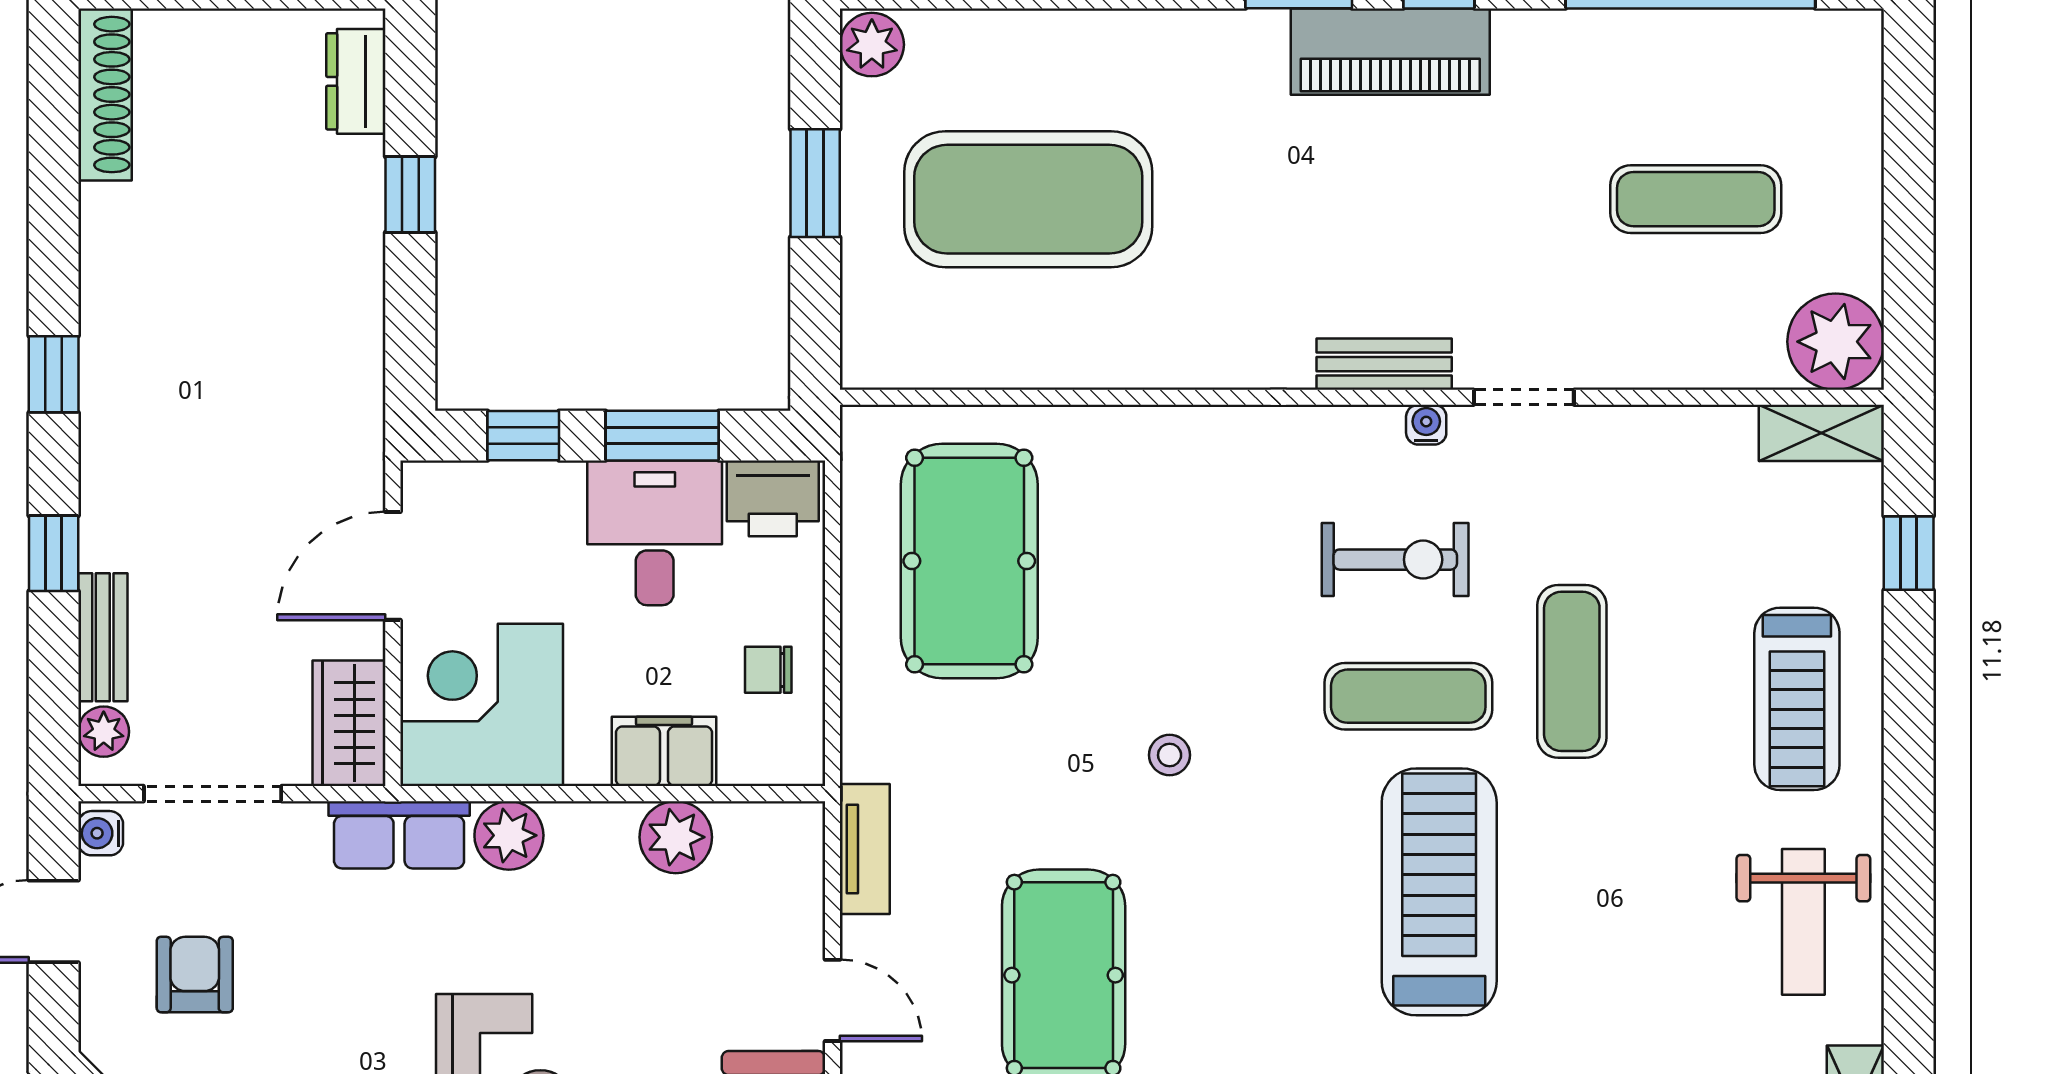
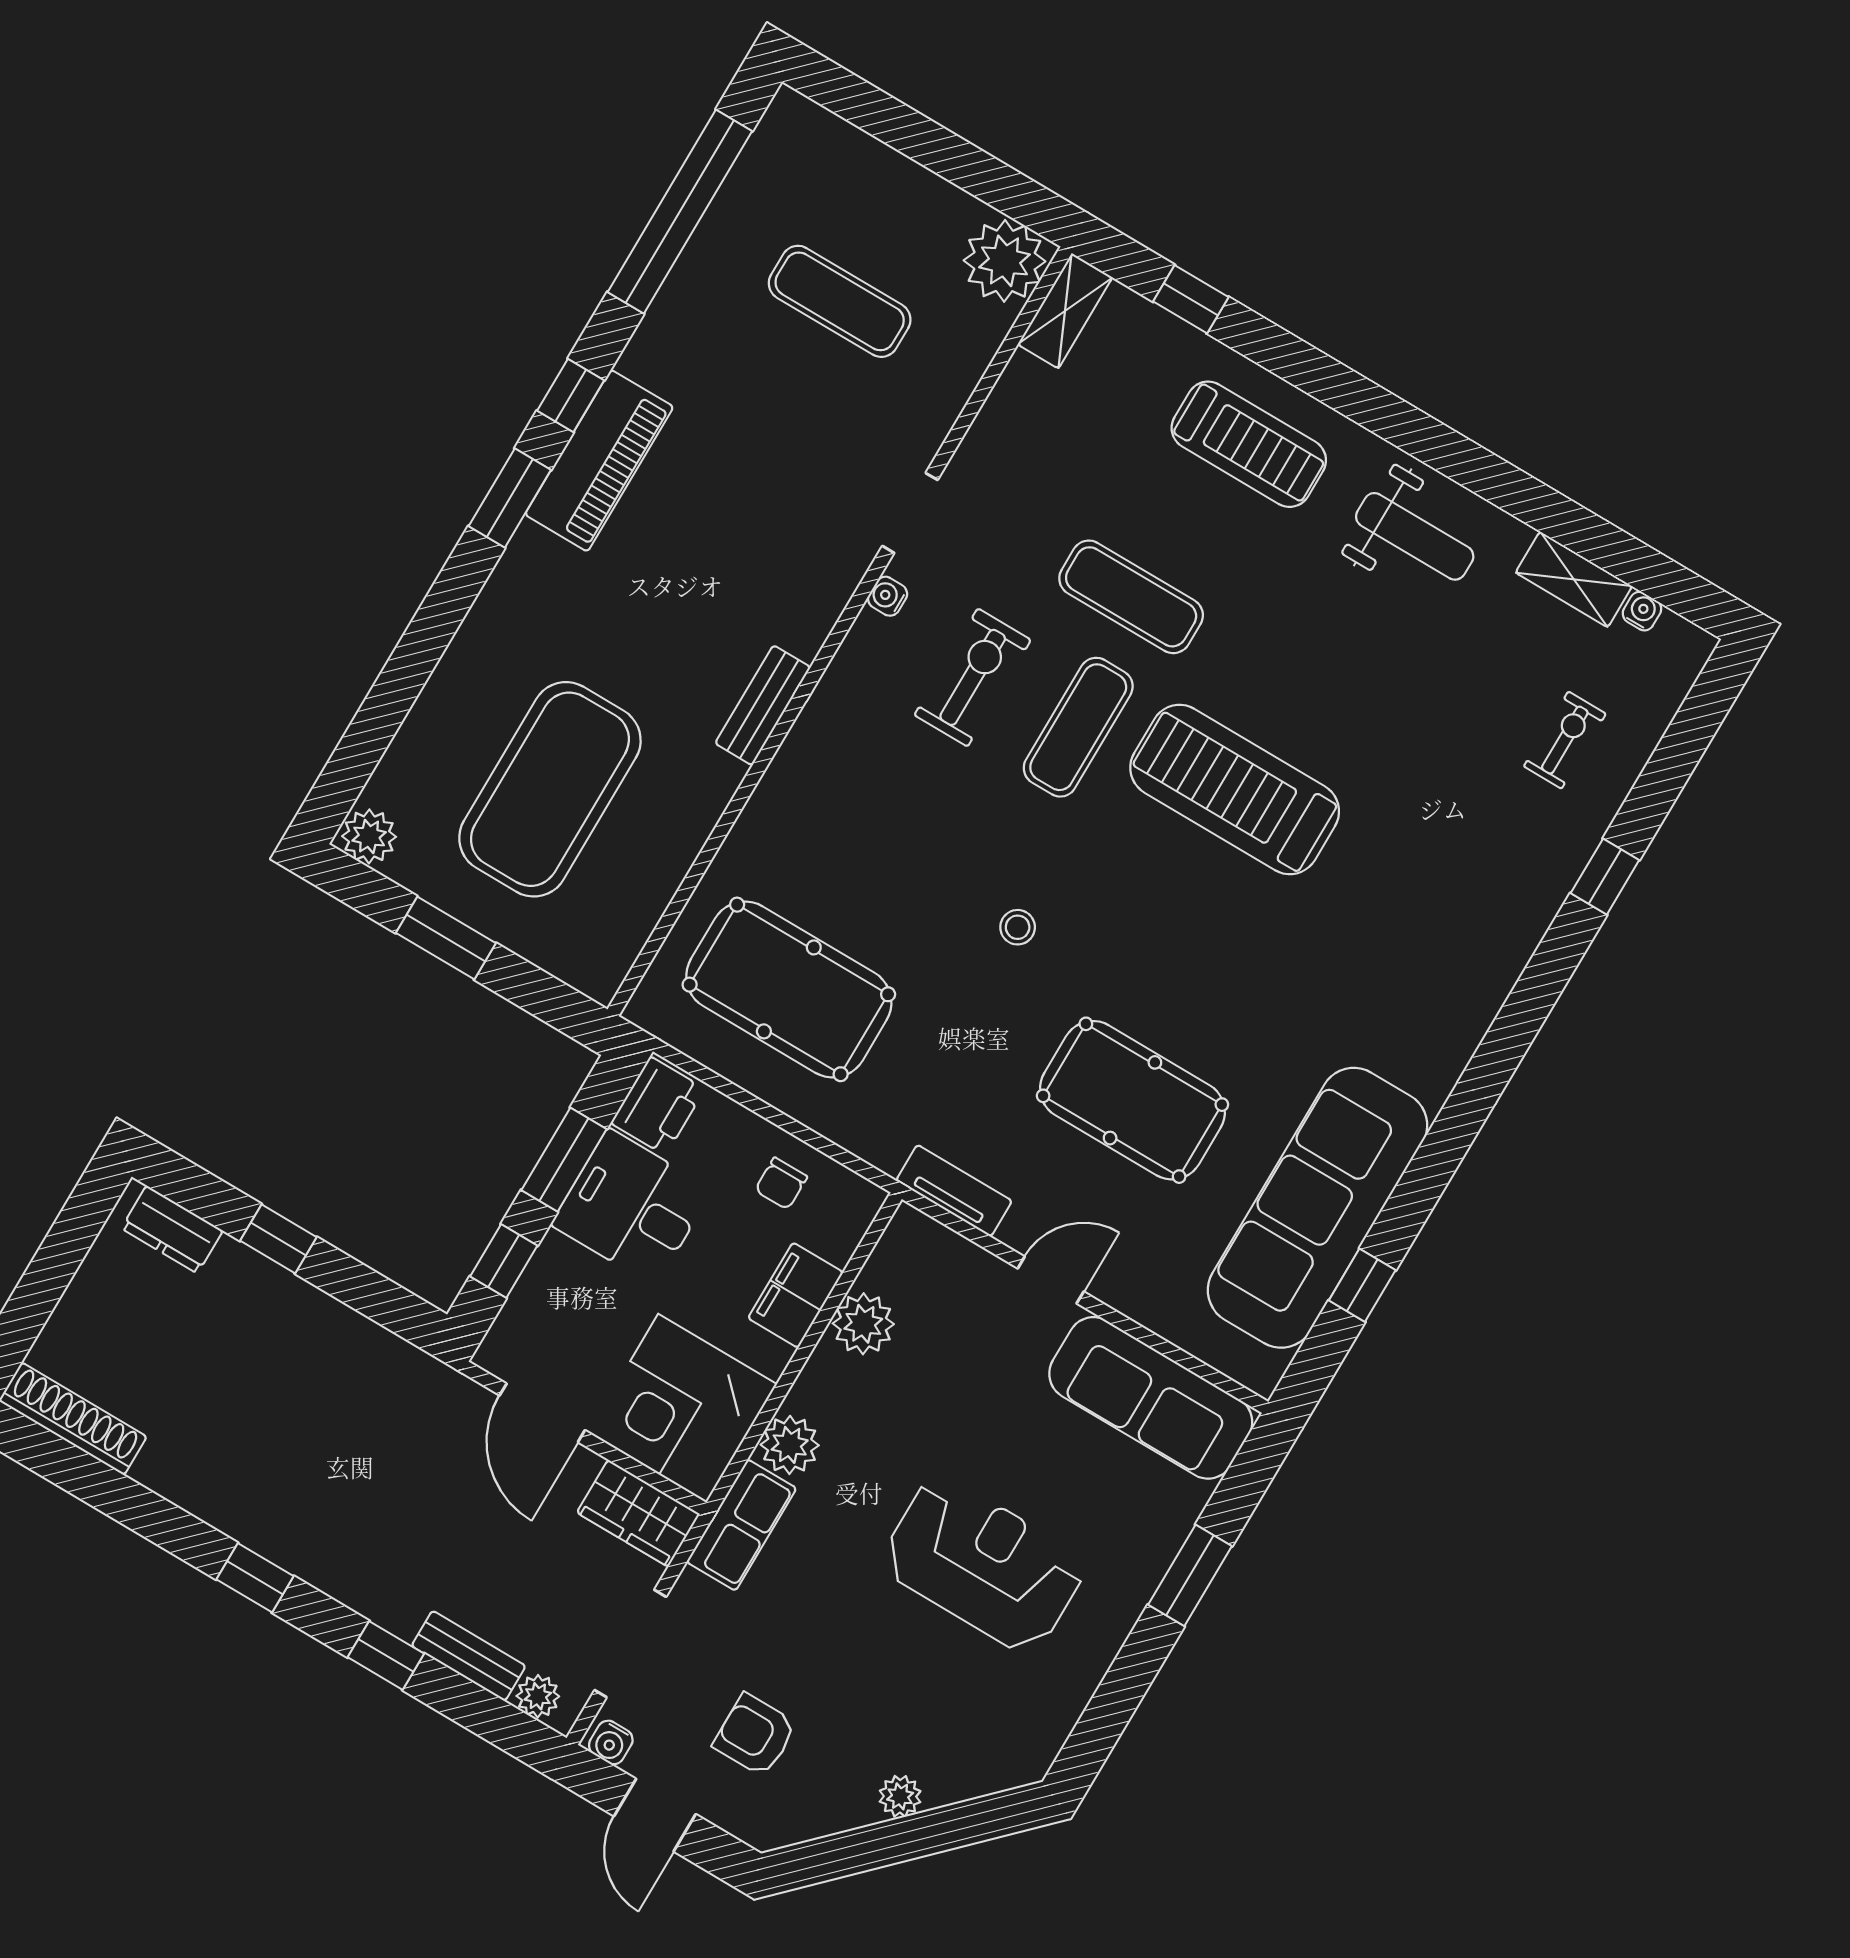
exercise mat: (1696, 199) -> (840, 301), turned 90
bench: (1384, 364) -> (763, 705), moved

